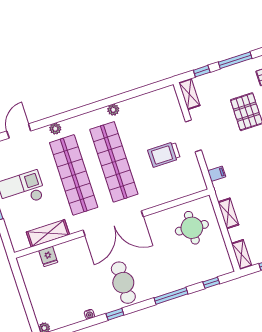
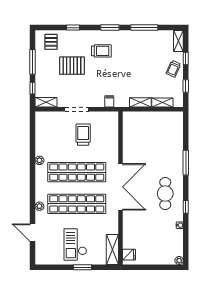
trolley: (164, 154) -> (83, 135), turned 180
round table: (192, 228) -> (142, 132), removed
shelving: (48, 233) -> (112, 250), moved
shelving: (242, 255) -> (162, 103), moved
fridge: (48, 256) -> (129, 255), moved
cafe table: (123, 283) -> (165, 194), turned 90
window: (211, 283) -> (186, 131), removed

